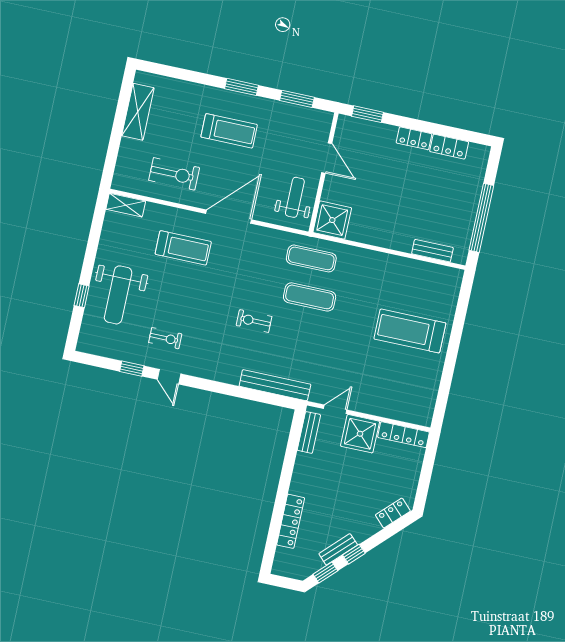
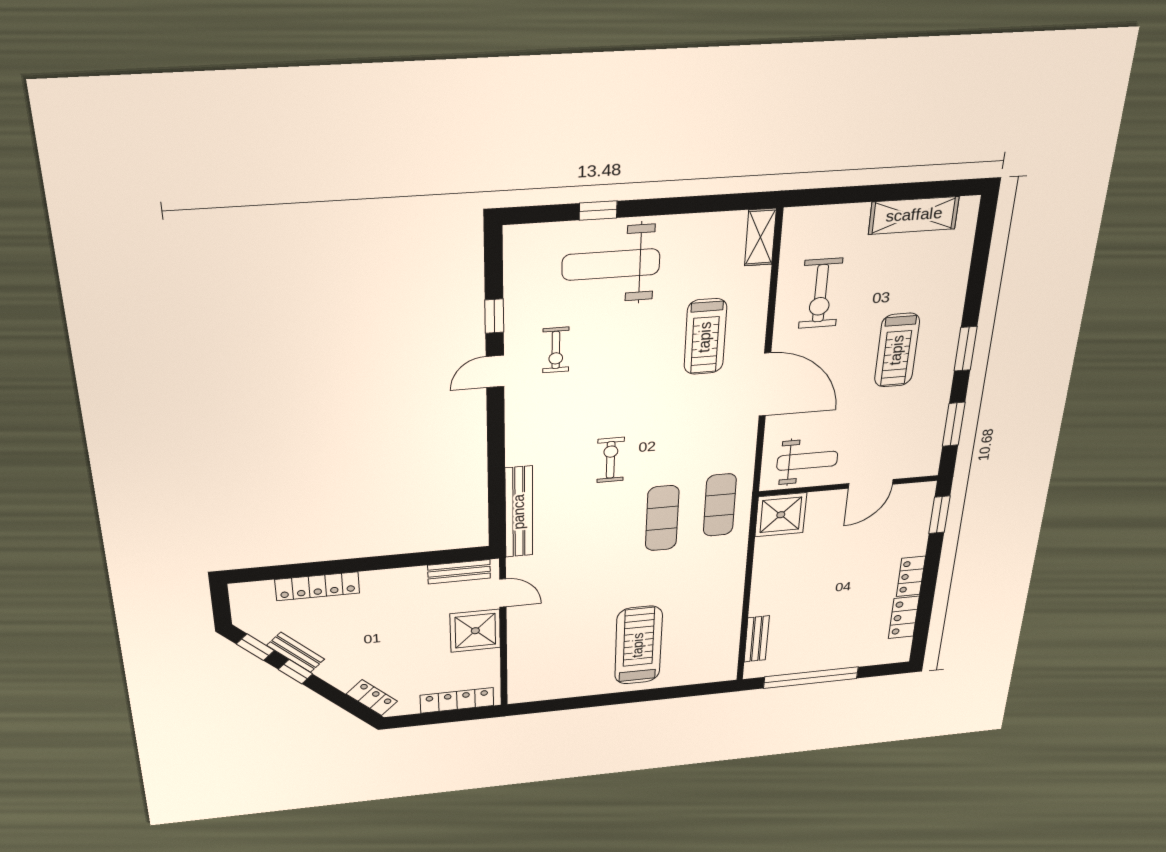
locker: (403, 435) -> (457, 700), moved, turned 90

